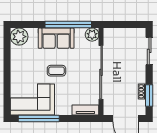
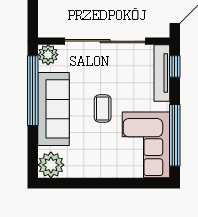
sofa: (56, 38) -> (53, 109), width x1.36
tv unit: (85, 110) -> (162, 73), width x1.41
window: (84, 118) -> (175, 66), added

